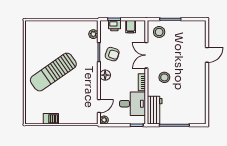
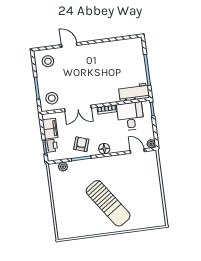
filing cabinet: (131, 27) -> (50, 129), width x2.00
stool: (164, 77) -> (48, 61), moved
barbecue: (51, 119) -> (157, 199), removed

